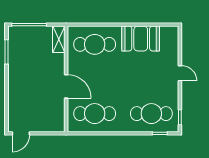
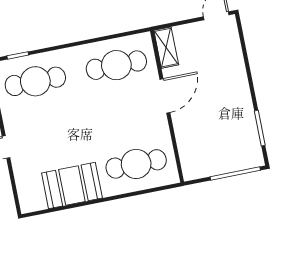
shelving: (59, 39) -> (166, 48), moved
door: (66, 86) -> (165, 96), swing flipped

